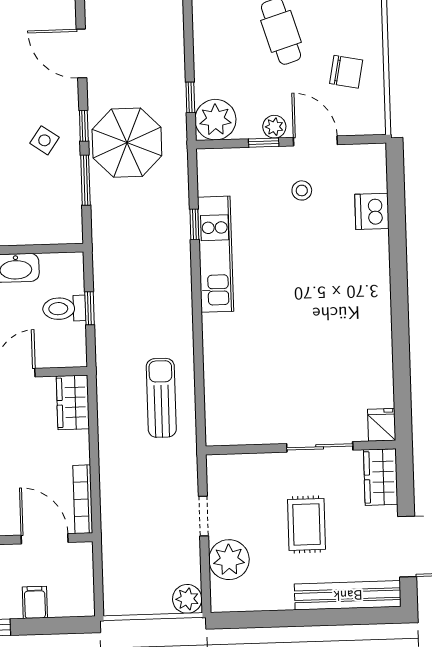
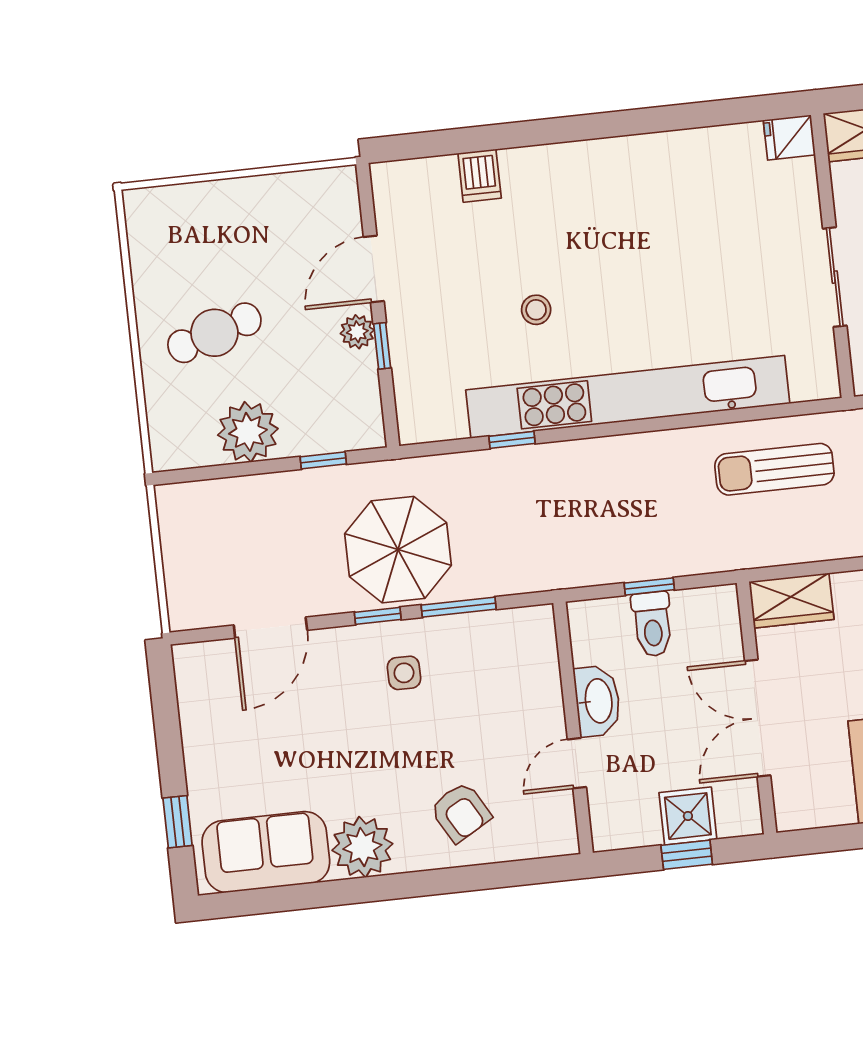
chair: (346, 72) -> (267, 231), removed
plant: (215, 120) -> (248, 432), moved
side table: (44, 140) -> (404, 673), turned -35
stool: (302, 190) -> (536, 310), moved
dishwasher: (372, 211) -> (480, 176), width x0.73
kitchen unit: (216, 254) -> (628, 397), width x1.86
sliding door: (320, 447) -> (835, 277), moved

